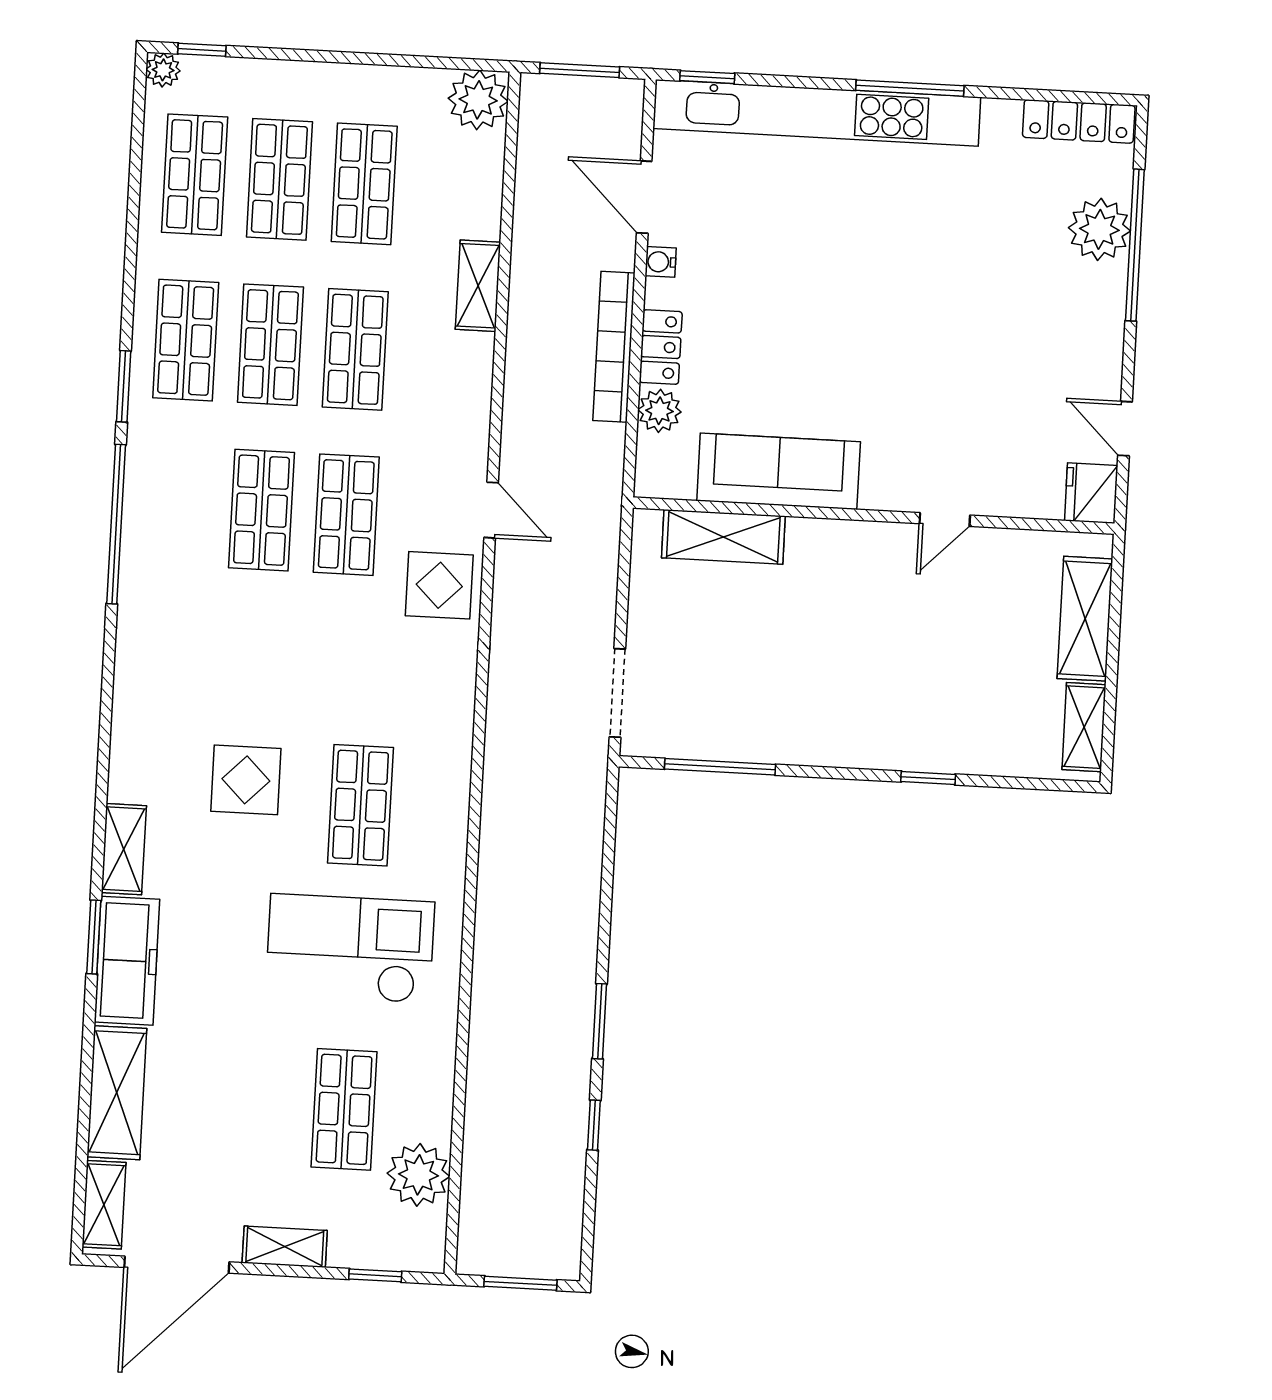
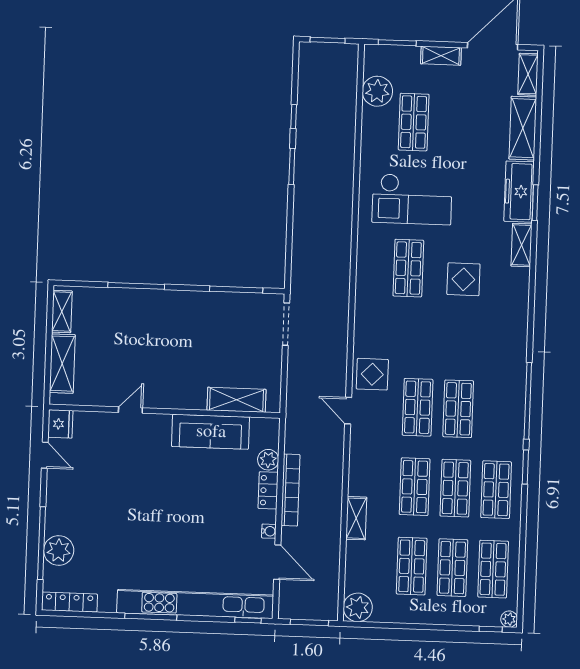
window: (928, 778) -> (136, 286), width x2.17
window: (375, 1275) -> (397, 43), width x1.50

